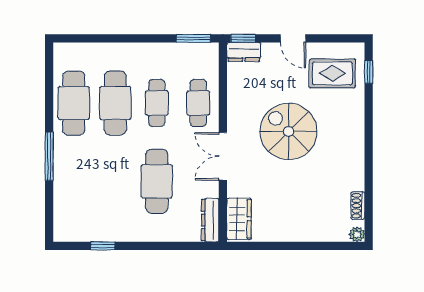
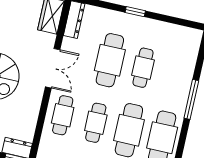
cafe table: (115, 181) -> (143, 68), added
window: (103, 246) -> (135, 12), moved

